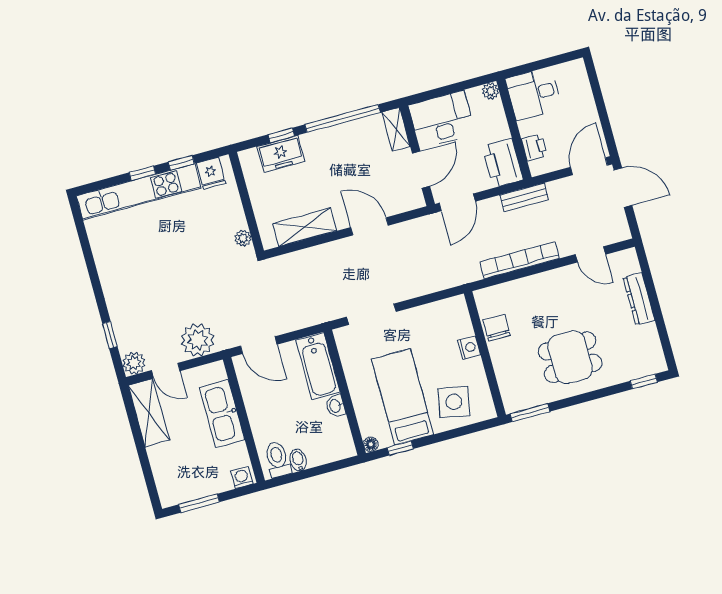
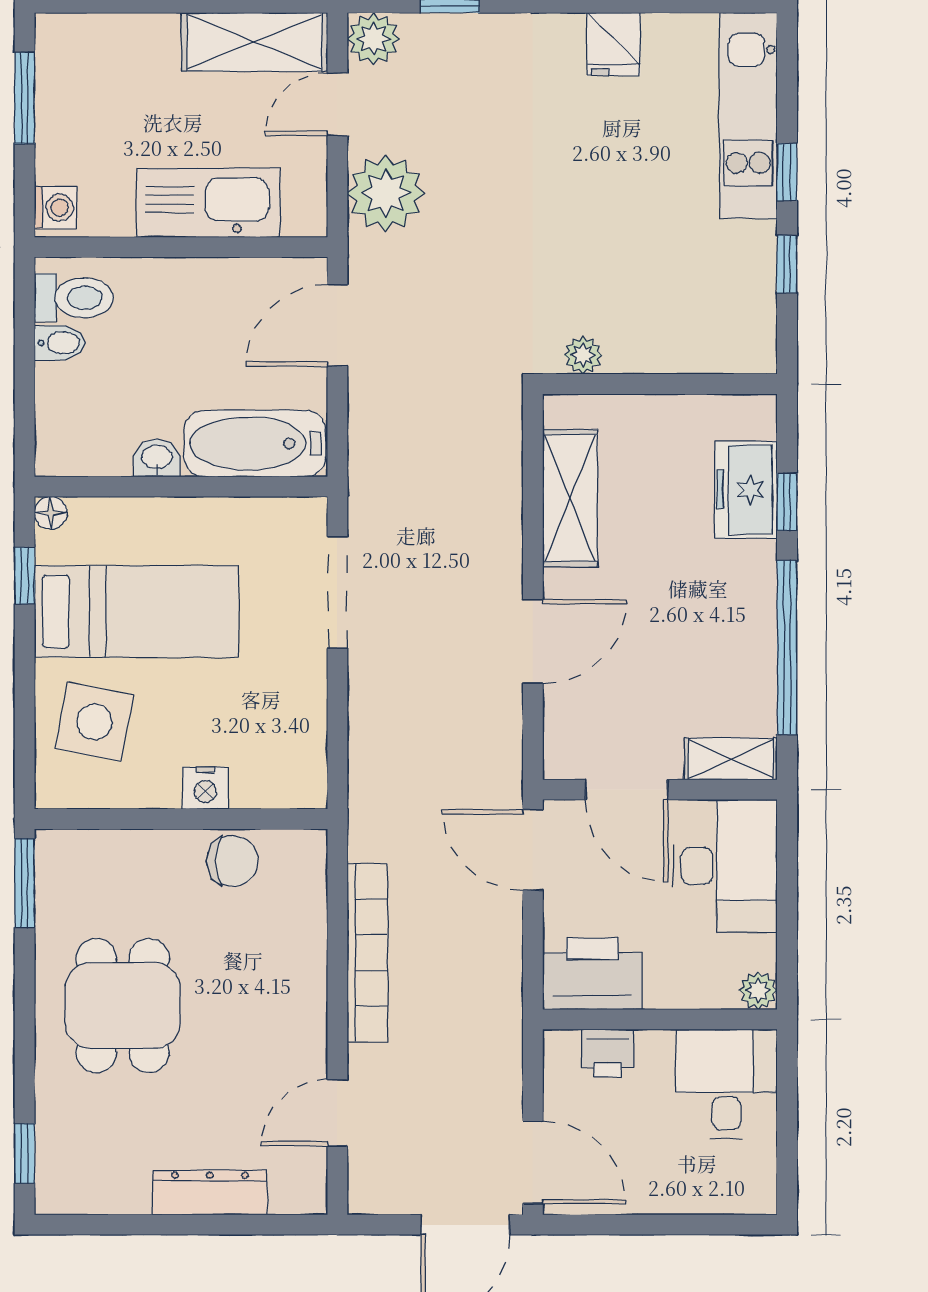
fridge: (211, 173) -> (614, 44), moved, turned -90
kitchen unit: (139, 192) -> (748, 115), width x0.73
bench: (524, 197) -> (503, 1001), removed

